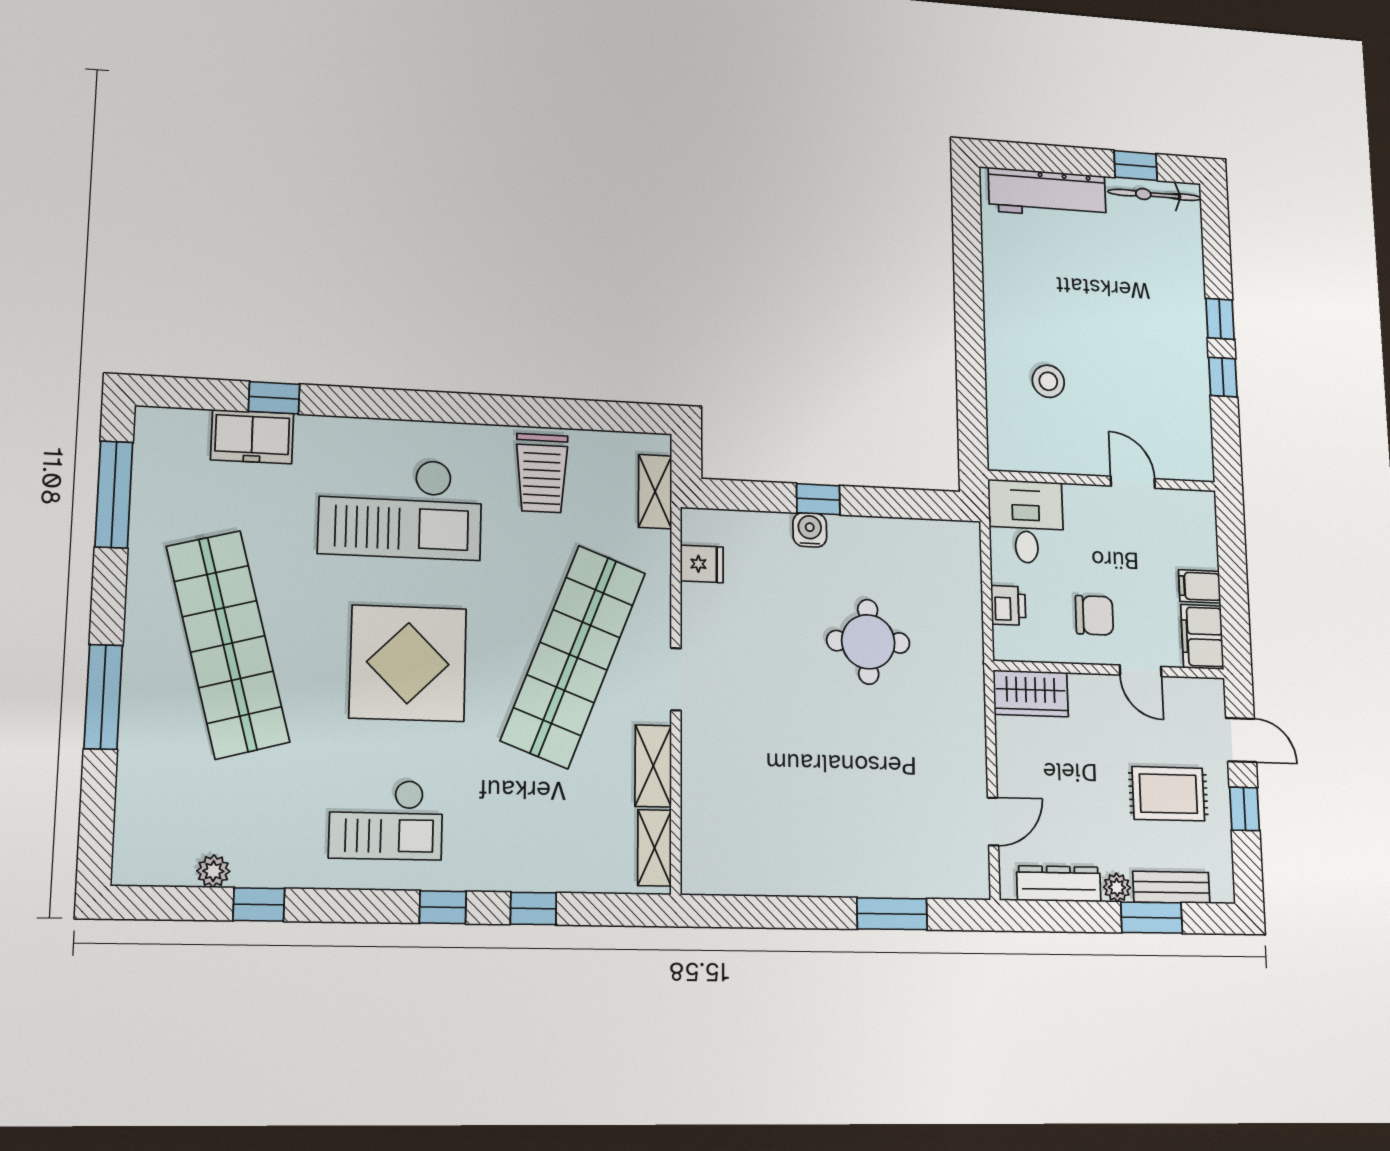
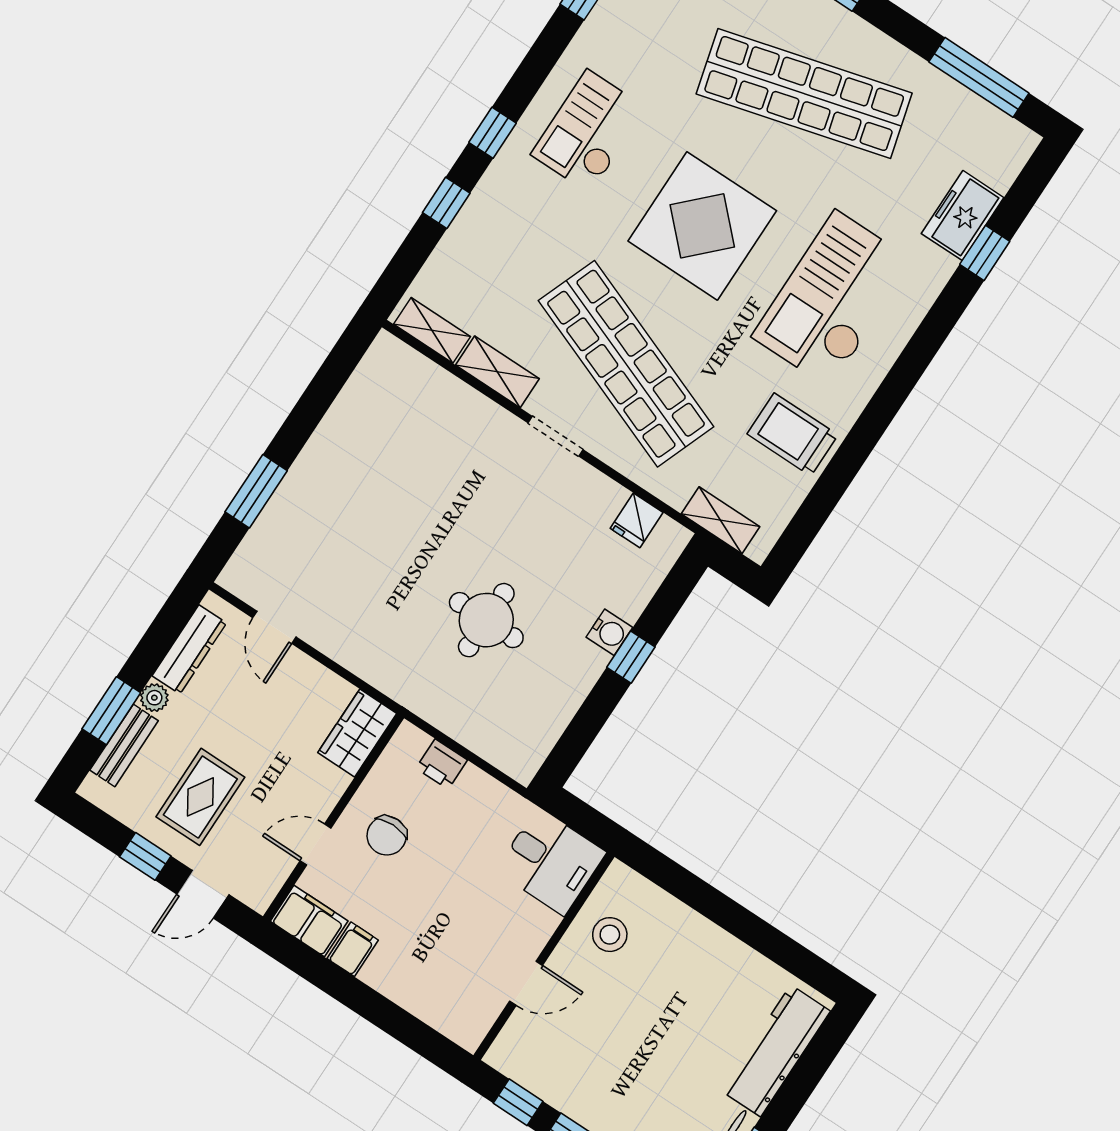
wall: (1102, 481) -> (544, 956), moved
door: (1133, 482) -> (526, 983), moved
desk: (1026, 522) -> (551, 861), moved

